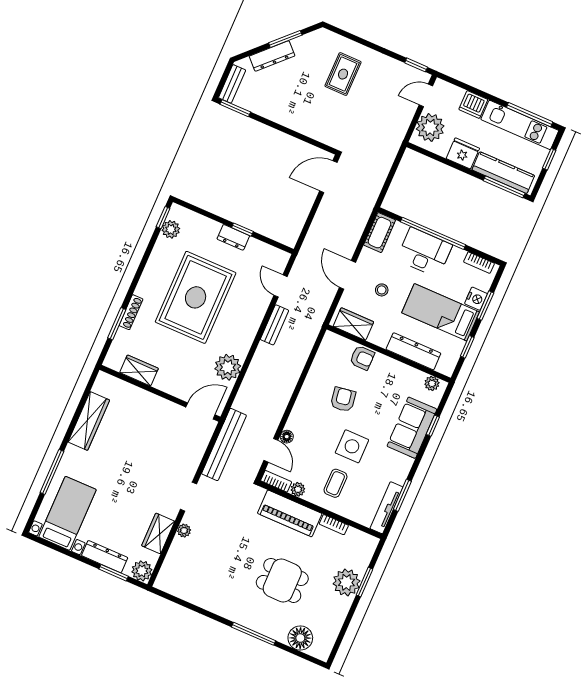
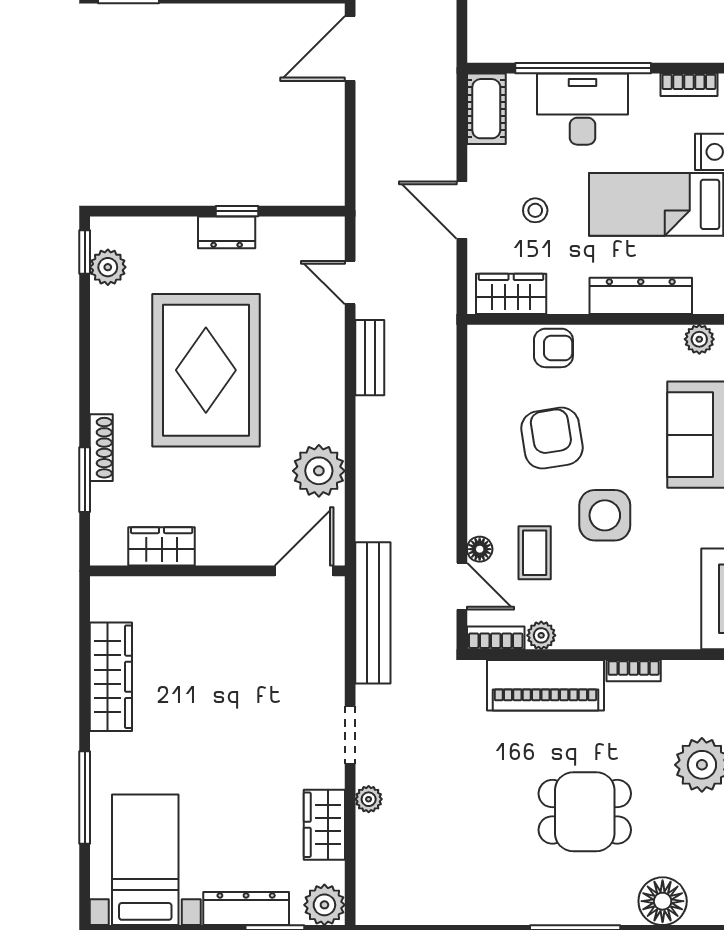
armchair: (343, 399) -> (552, 438), width x1.38, depth x1.38
coffee table: (335, 483) -> (535, 553), moved

